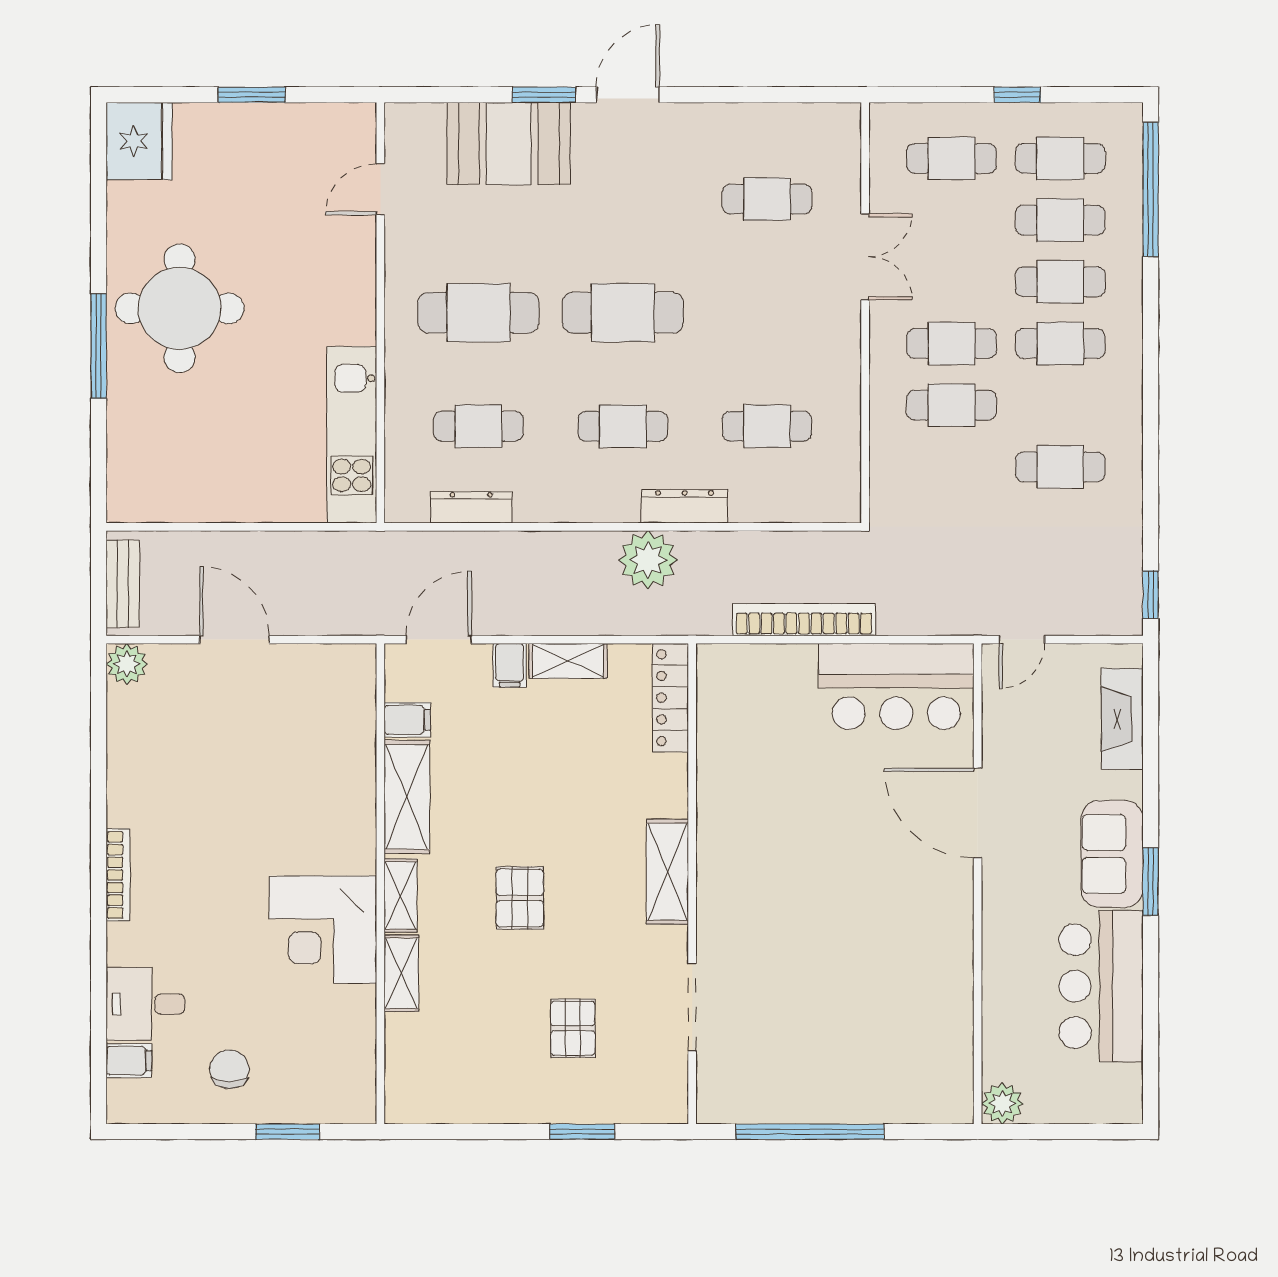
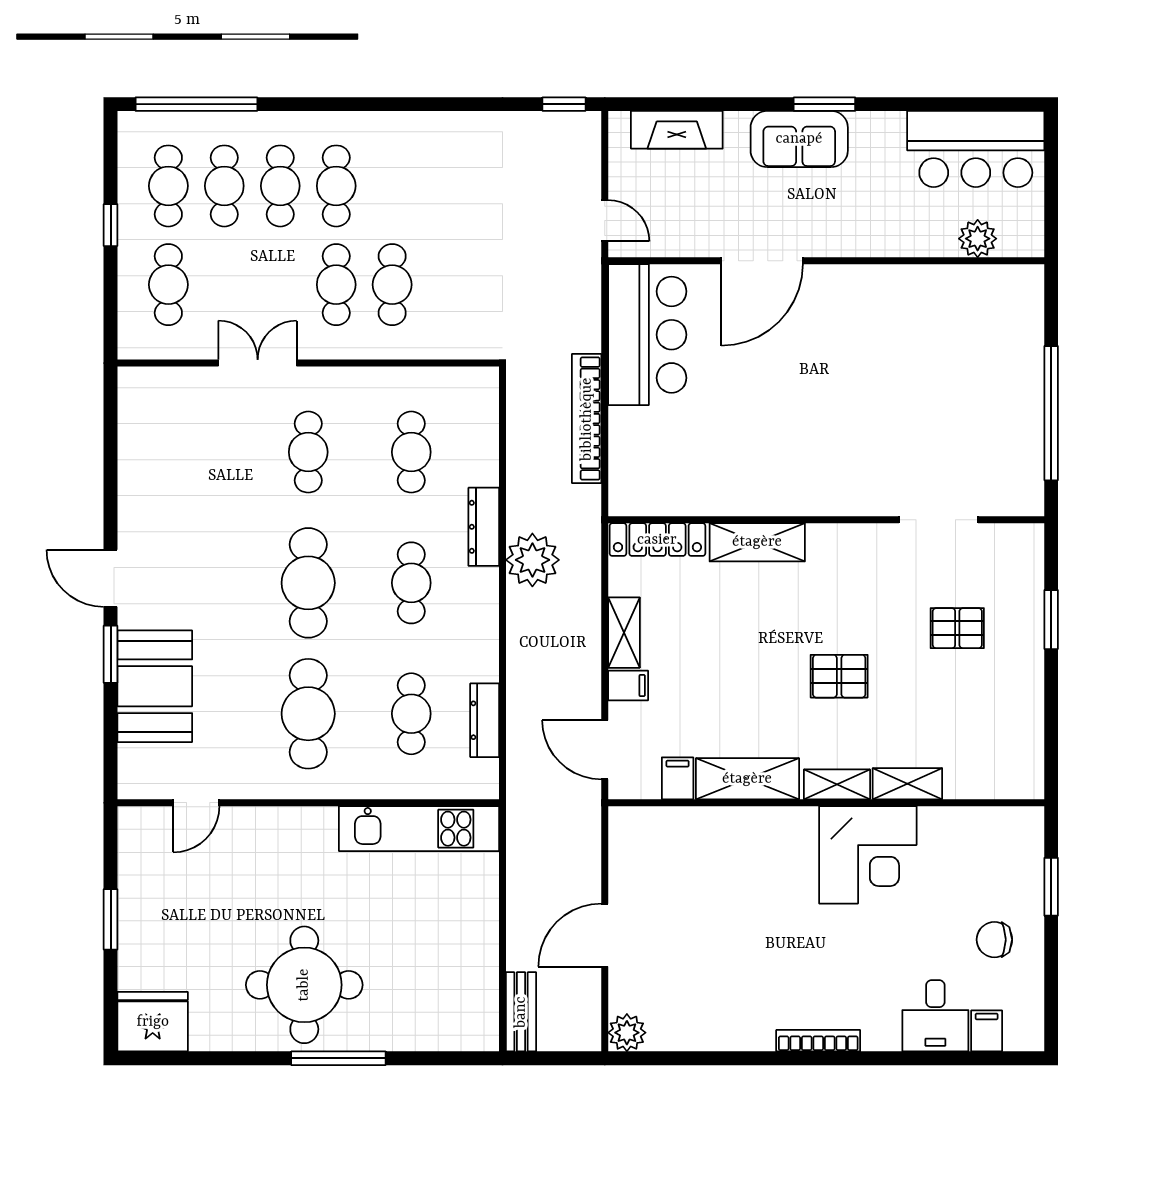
door: (380, 189) -> (196, 803), hinge flipped
cafe table: (767, 199) -> (308, 452), moved
cafe table: (1060, 467) -> (448, 186), removed
bench: (123, 584) -> (521, 1012), moved, turned 90
shelving: (667, 872) -> (757, 542), moved
bar counter: (1101, 986) -> (976, 149), moved
plant: (1002, 1103) -> (978, 239), moved

